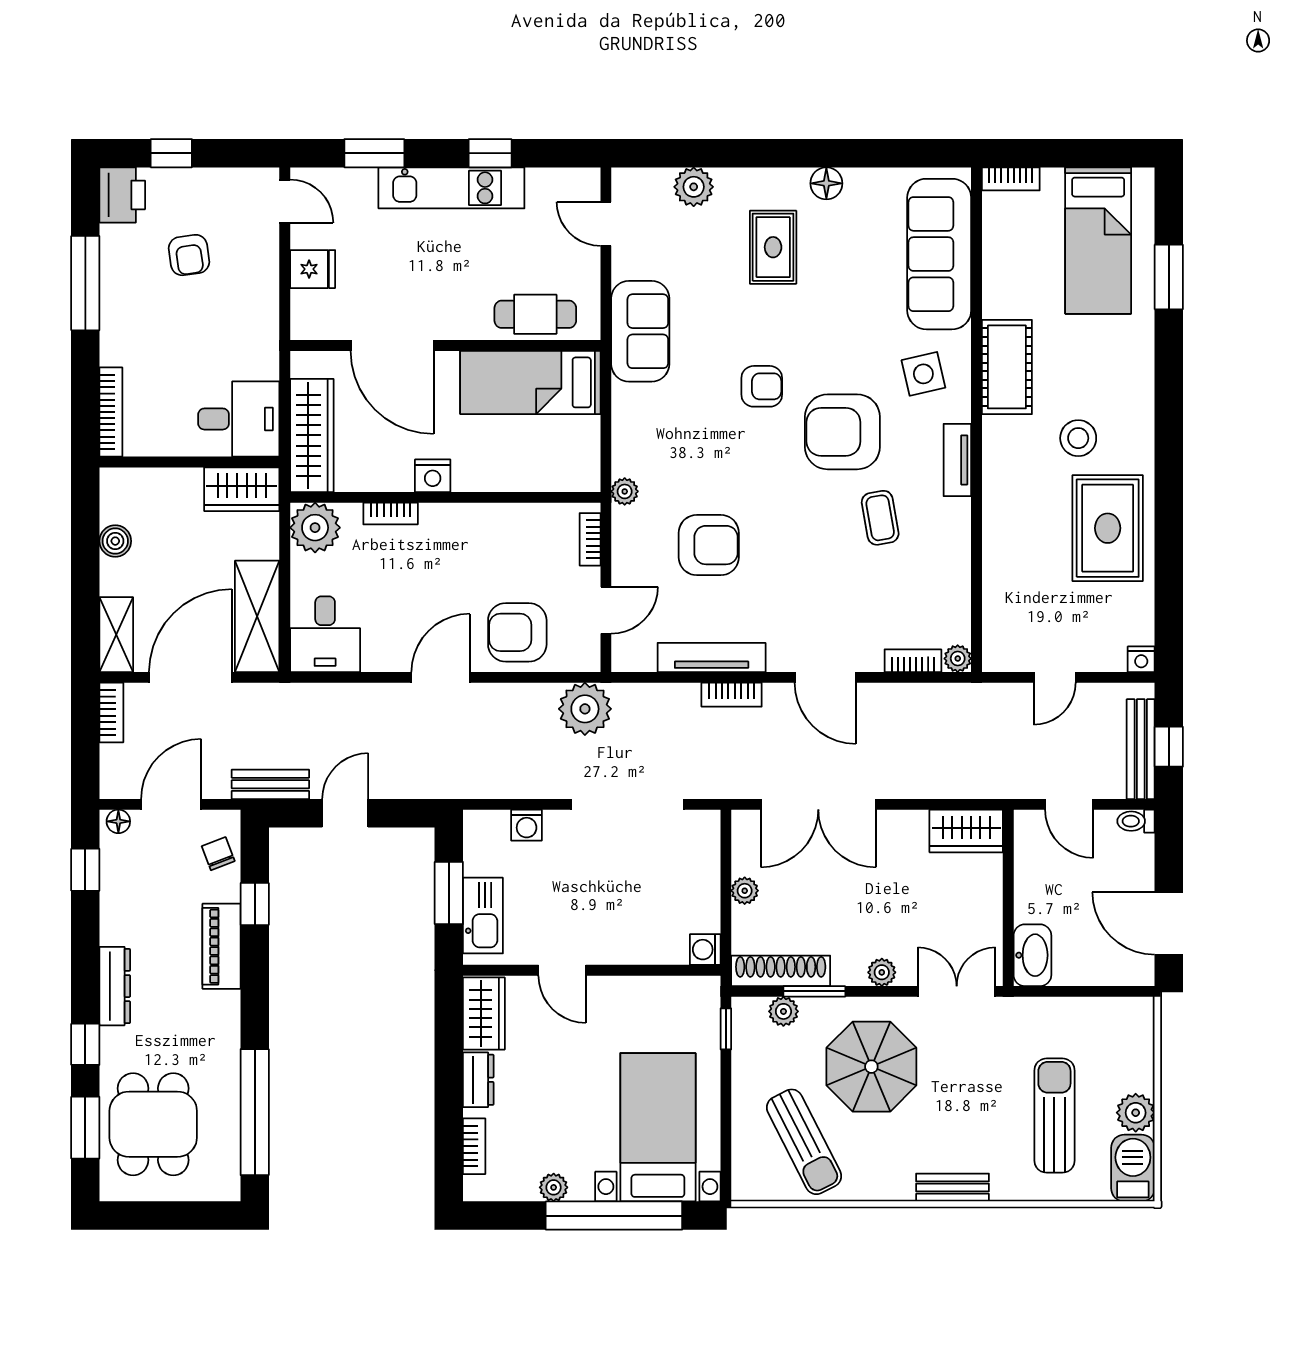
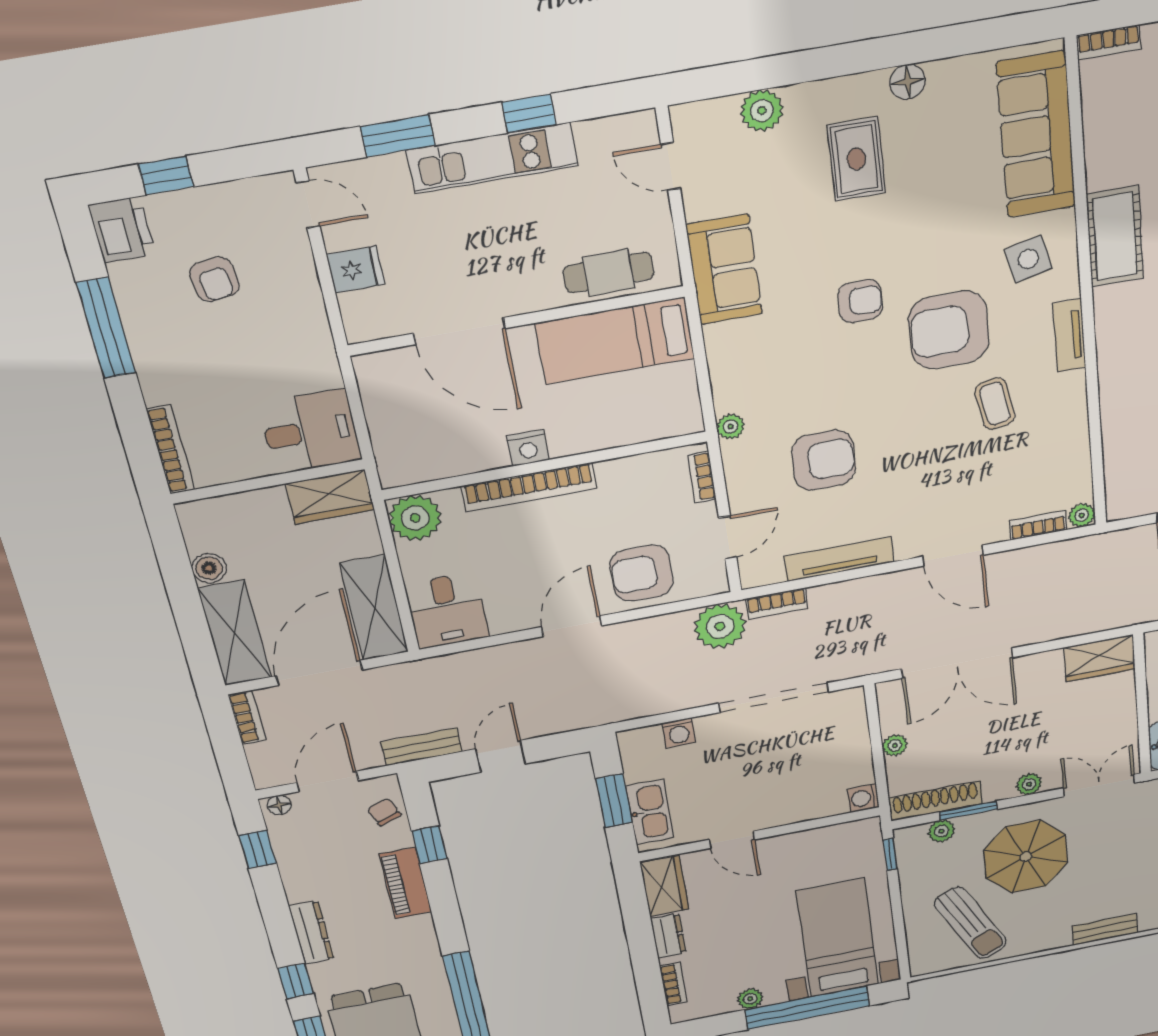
wardrobe: (312, 435) -> (392, 433), removed
bookcase: (391, 513) -> (529, 487), width x2.31, depth x1.31
shelving: (116, 635) -> (235, 633), width x1.50, depth x1.33
bookcase: (732, 695) -> (777, 603), moved

